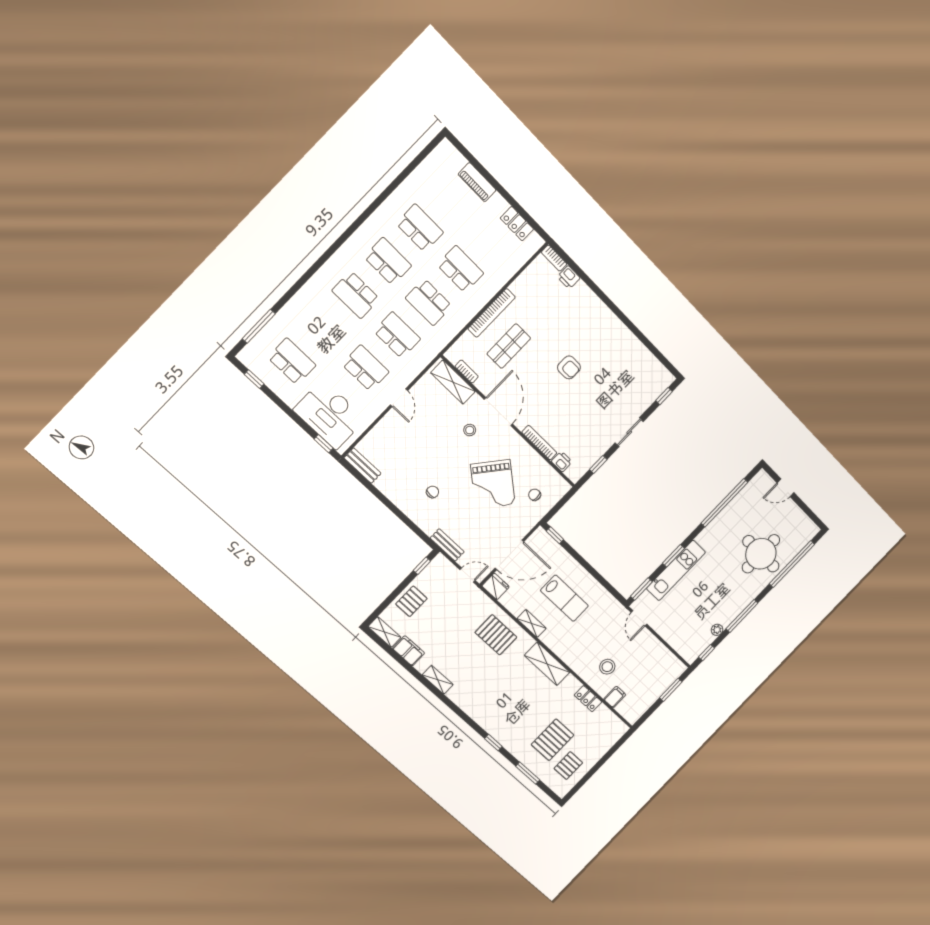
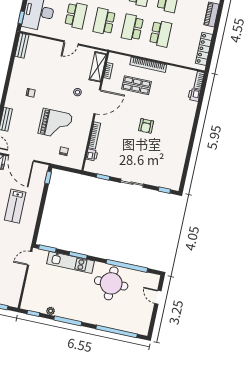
locker: (517, 224) -> (204, 49), width x1.53
school desk: (397, 335) -> (104, 21), turned 180
grand piano: (493, 484) -> (55, 124), turned -129
round table: (761, 554) -> (111, 283), moved

